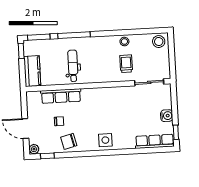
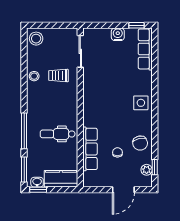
washbasin: (28, 49) -> (37, 182), added
plant: (34, 149) -> (147, 170), moved

